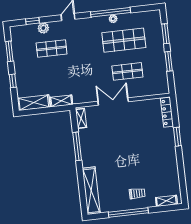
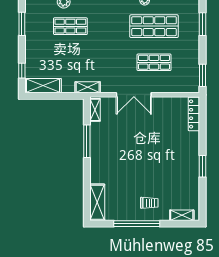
window: (169, 61) -> (202, 75), moved
window: (13, 81) -> (22, 71), moved
shelving: (61, 101) -> (88, 87), moved
double door: (113, 102) -> (134, 95), swing flipped
window: (177, 137) -> (202, 166), moved
shelving: (91, 191) -> (97, 202), width x0.68

